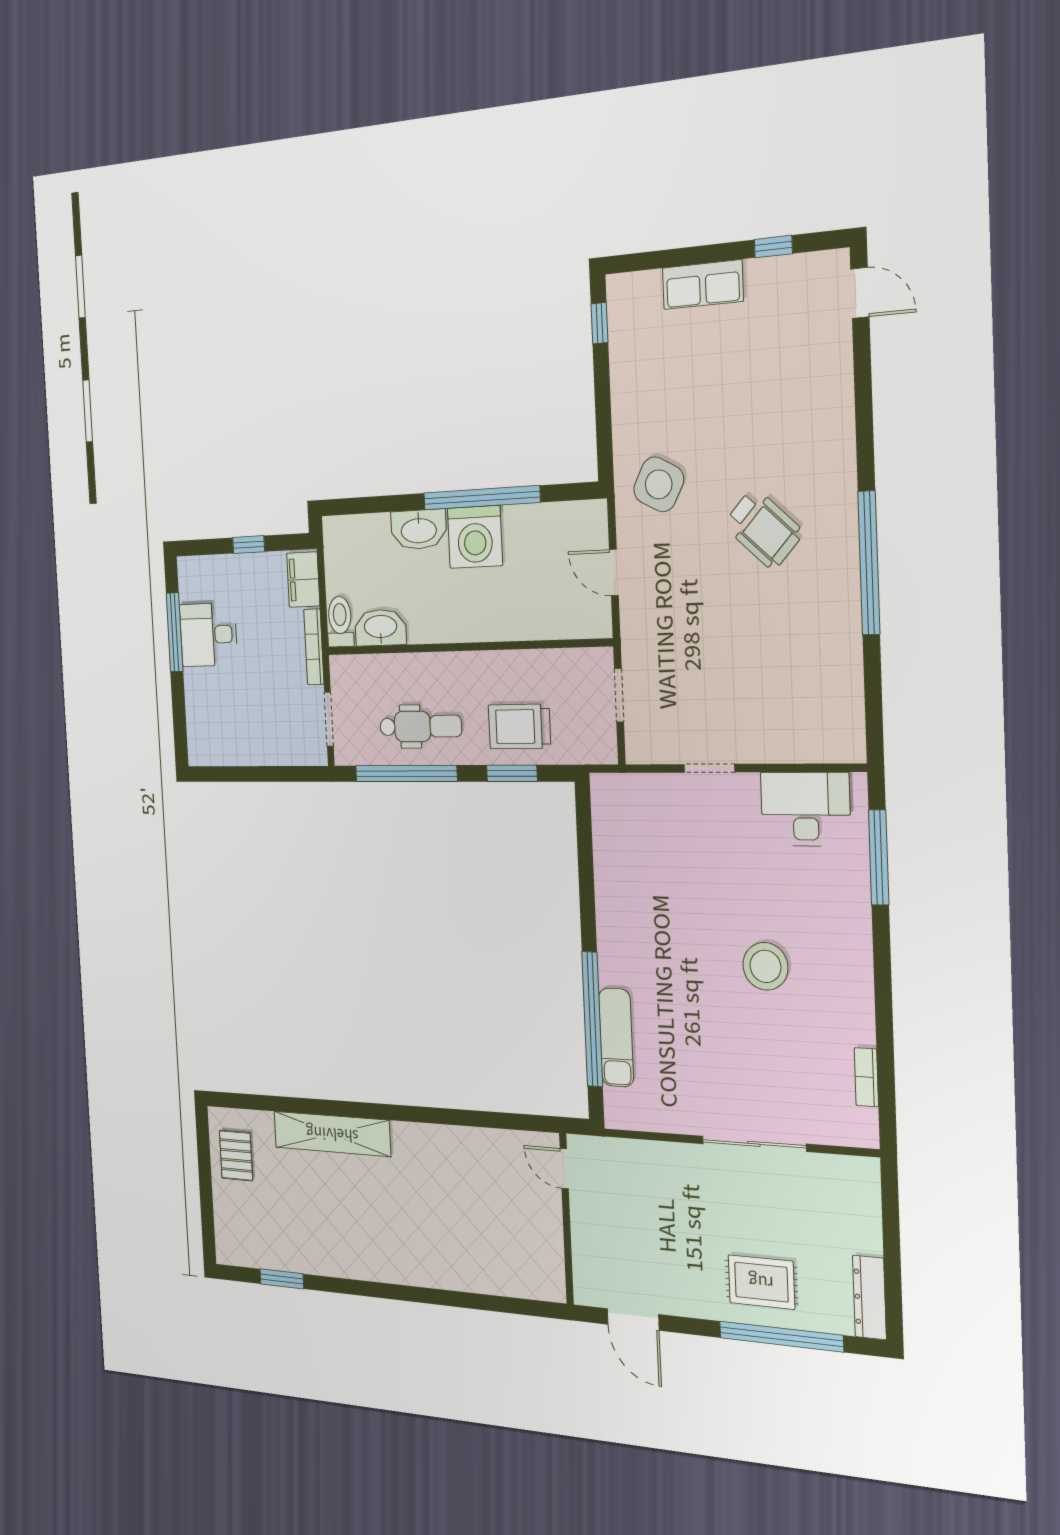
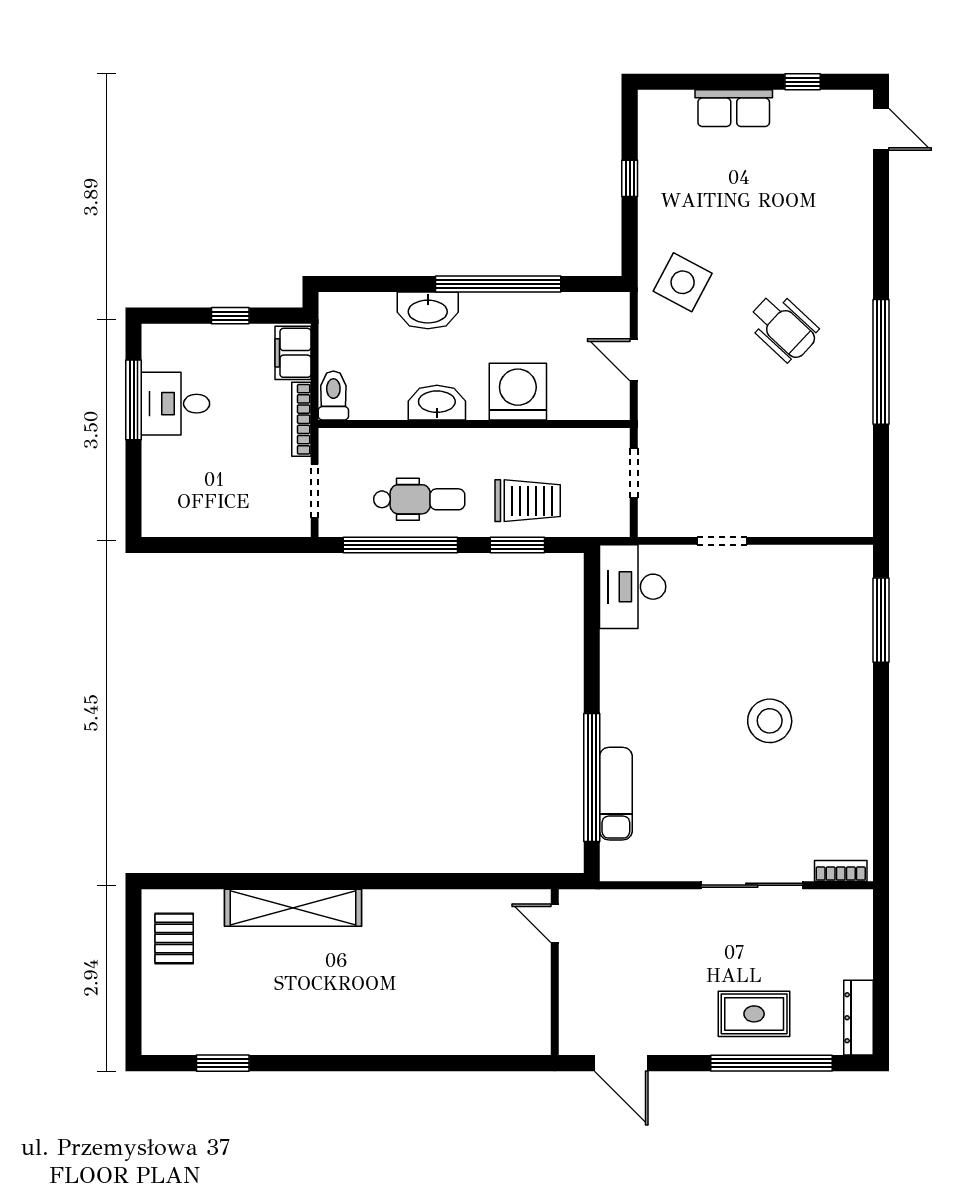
window: (599, 323) -> (630, 178), moved
washing machine: (475, 537) -> (518, 392), moved, turned 180
washbasin: (381, 628) -> (437, 403), moved
trolley: (519, 727) -> (528, 501), turned 180
desk: (805, 809) -> (633, 587), moved, turned -90
bookcase: (866, 1077) -> (841, 871), moved, turned 90

